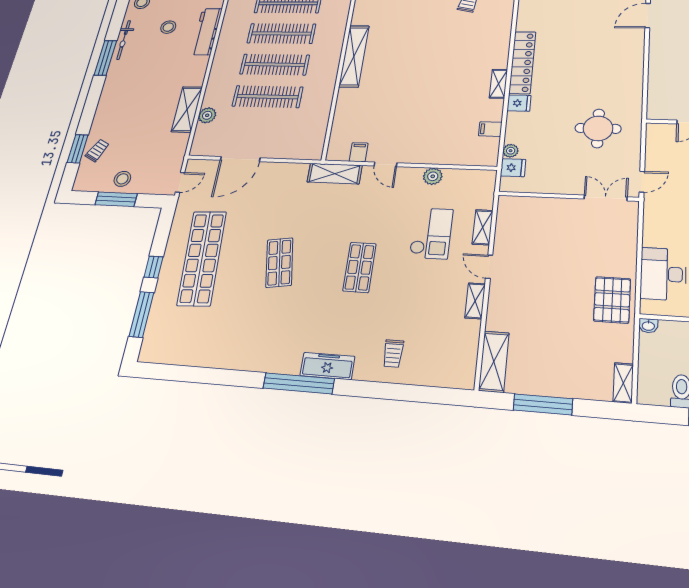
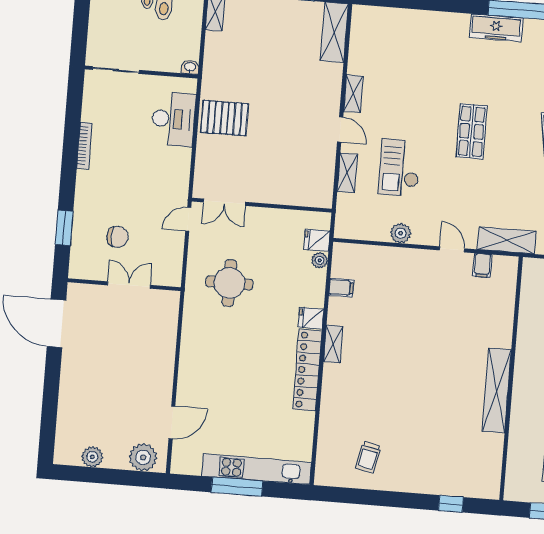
pallet: (612, 300) -> (225, 118), moved, turned 90
trolley: (393, 354) -> (432, 40), removed

